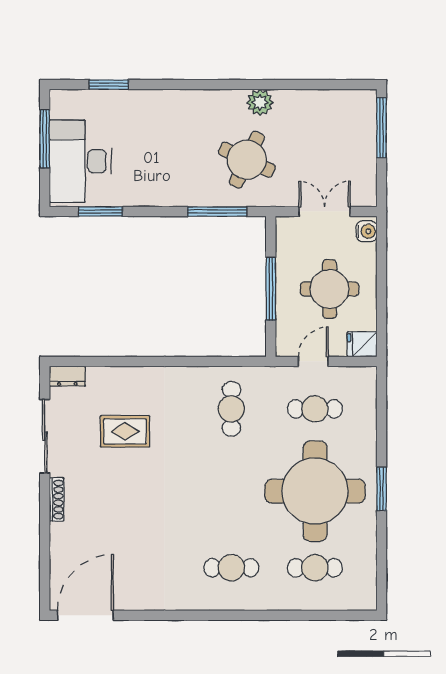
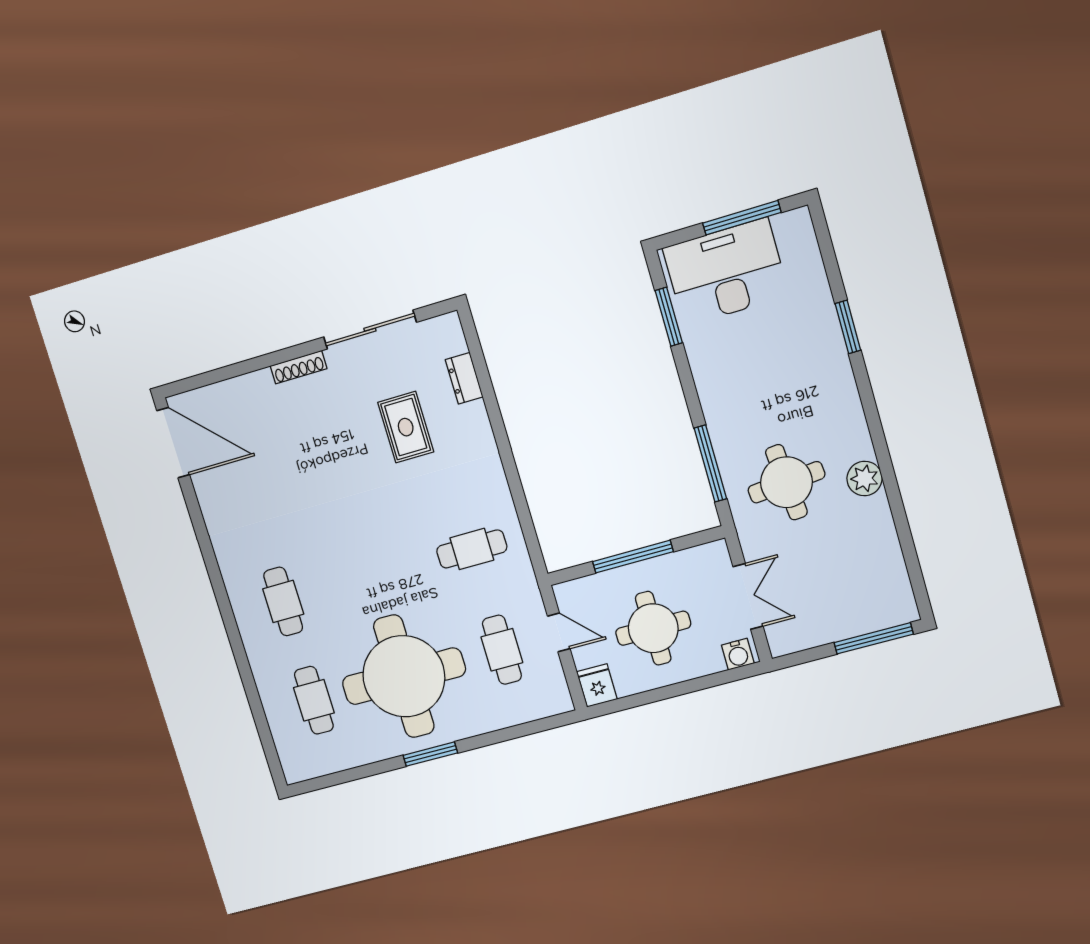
window: (109, 85) -> (848, 327), moved
round table: (247, 160) -> (786, 482), turned -30
dresser: (67, 376) -> (464, 378), moved

